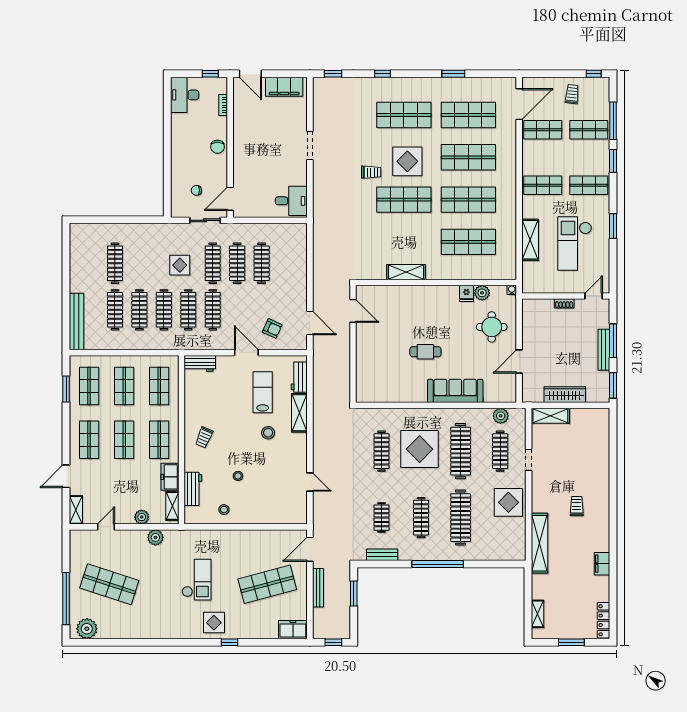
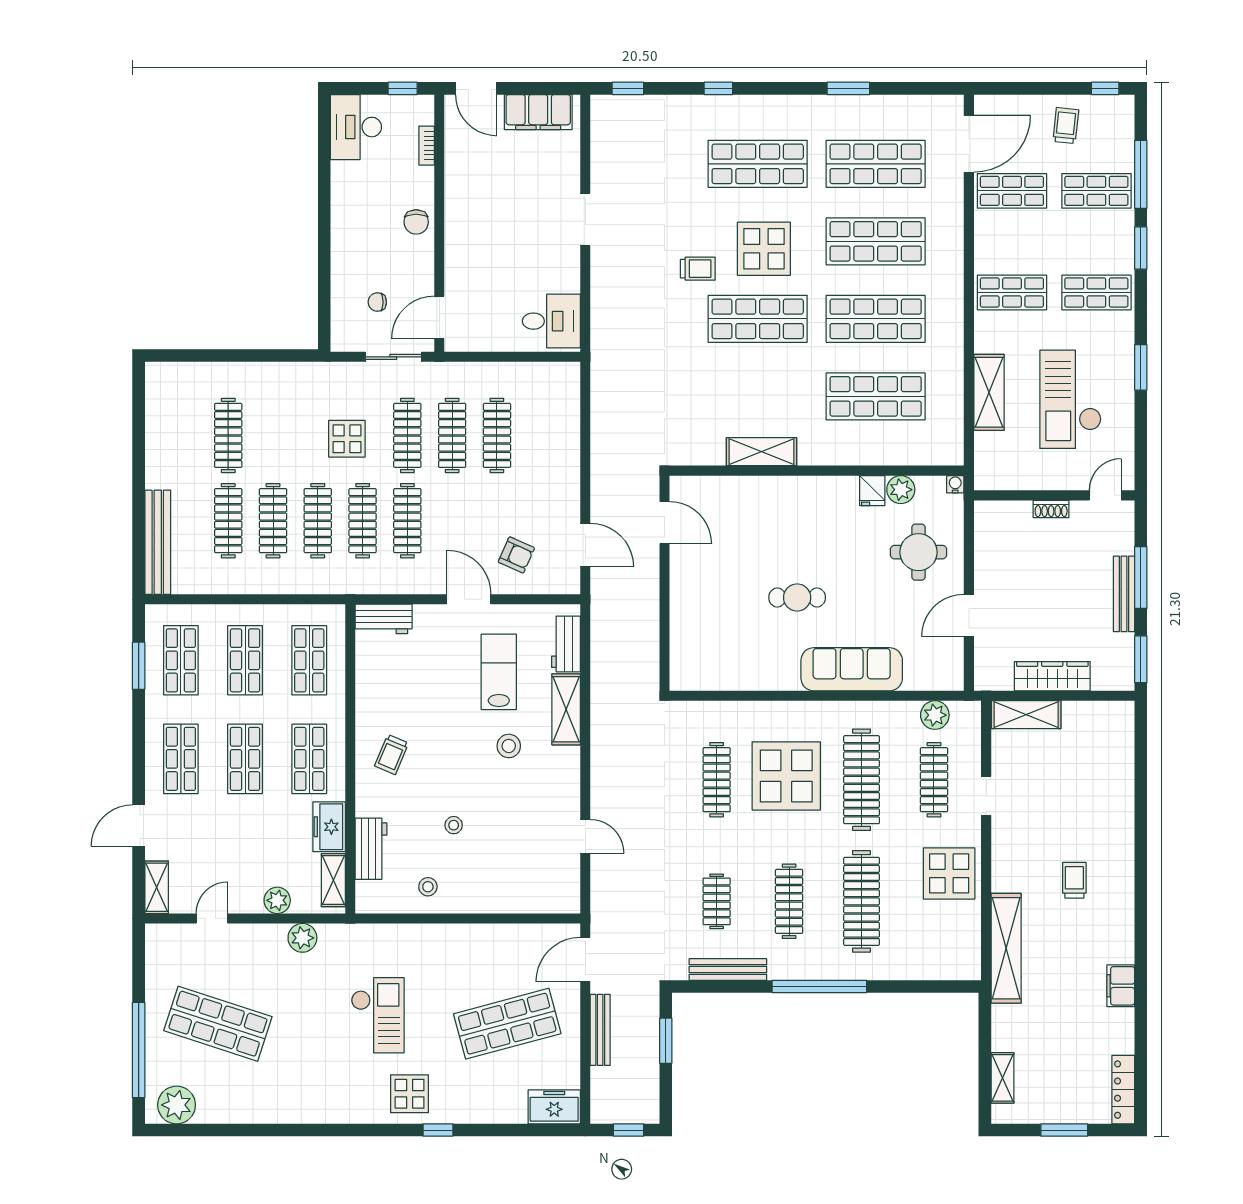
bench: (382, 555) -> (728, 970), width x1.36

